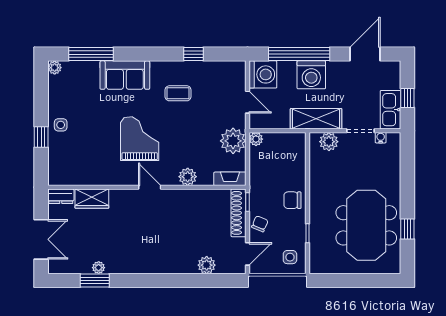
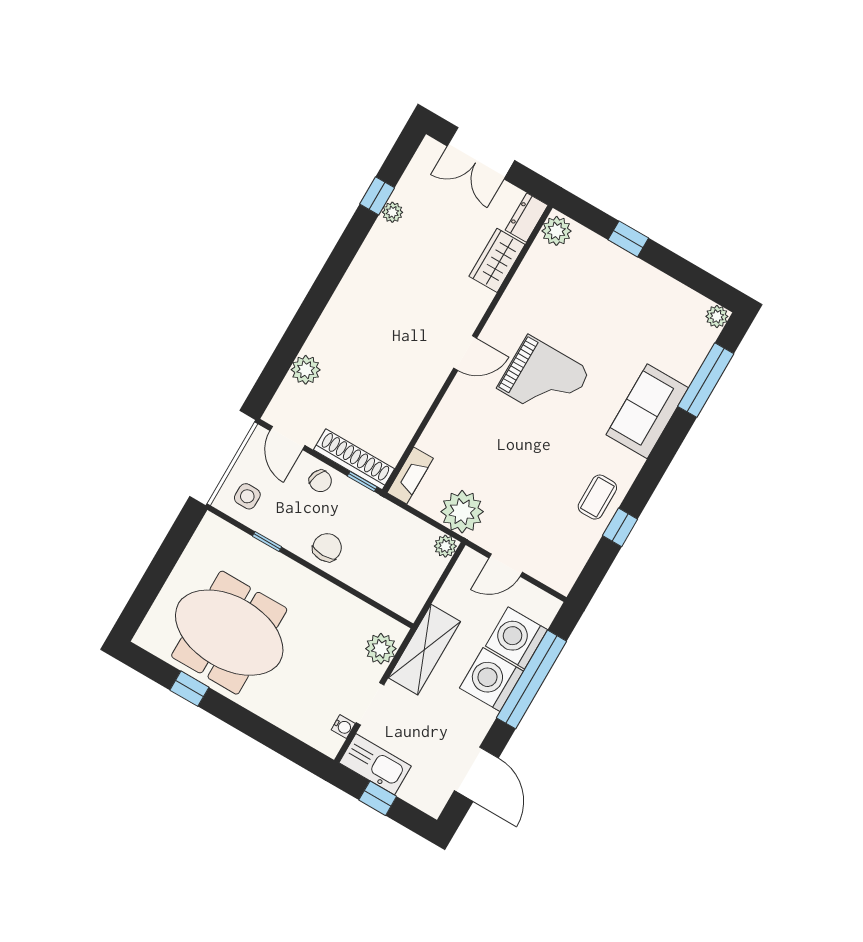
washing machine: (263, 74) -> (516, 638), moved, turned 90
coffee table: (178, 93) -> (597, 497), moved
side table: (61, 125) -> (629, 277), removed
plant: (188, 177) -> (556, 231), moved
window: (95, 281) -> (377, 196), width x0.67

